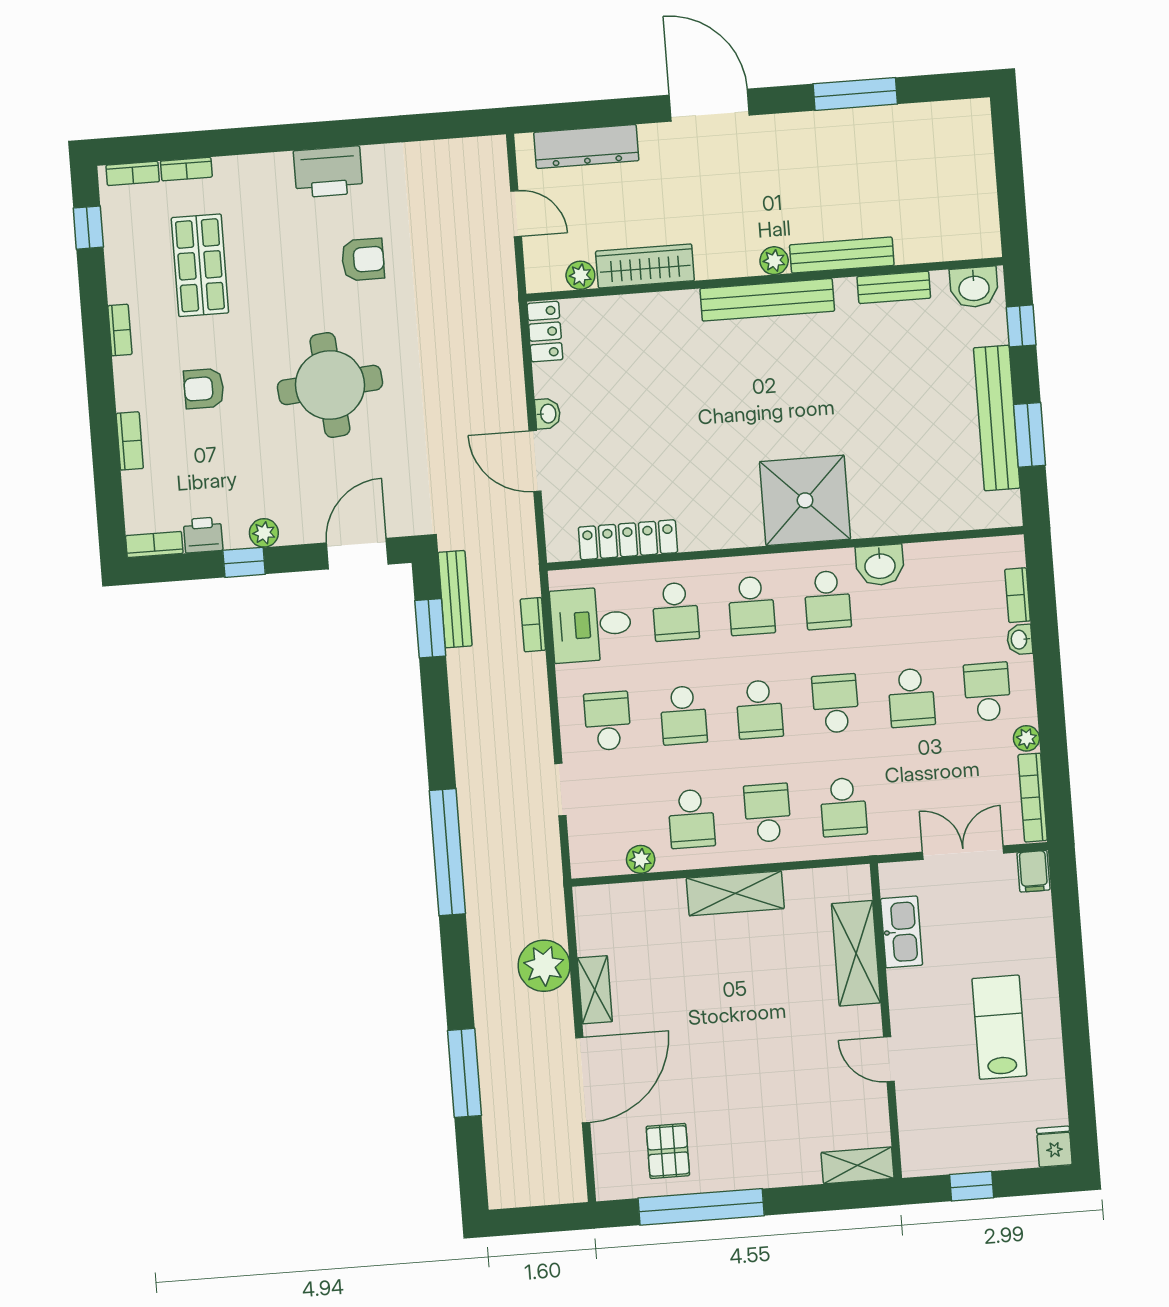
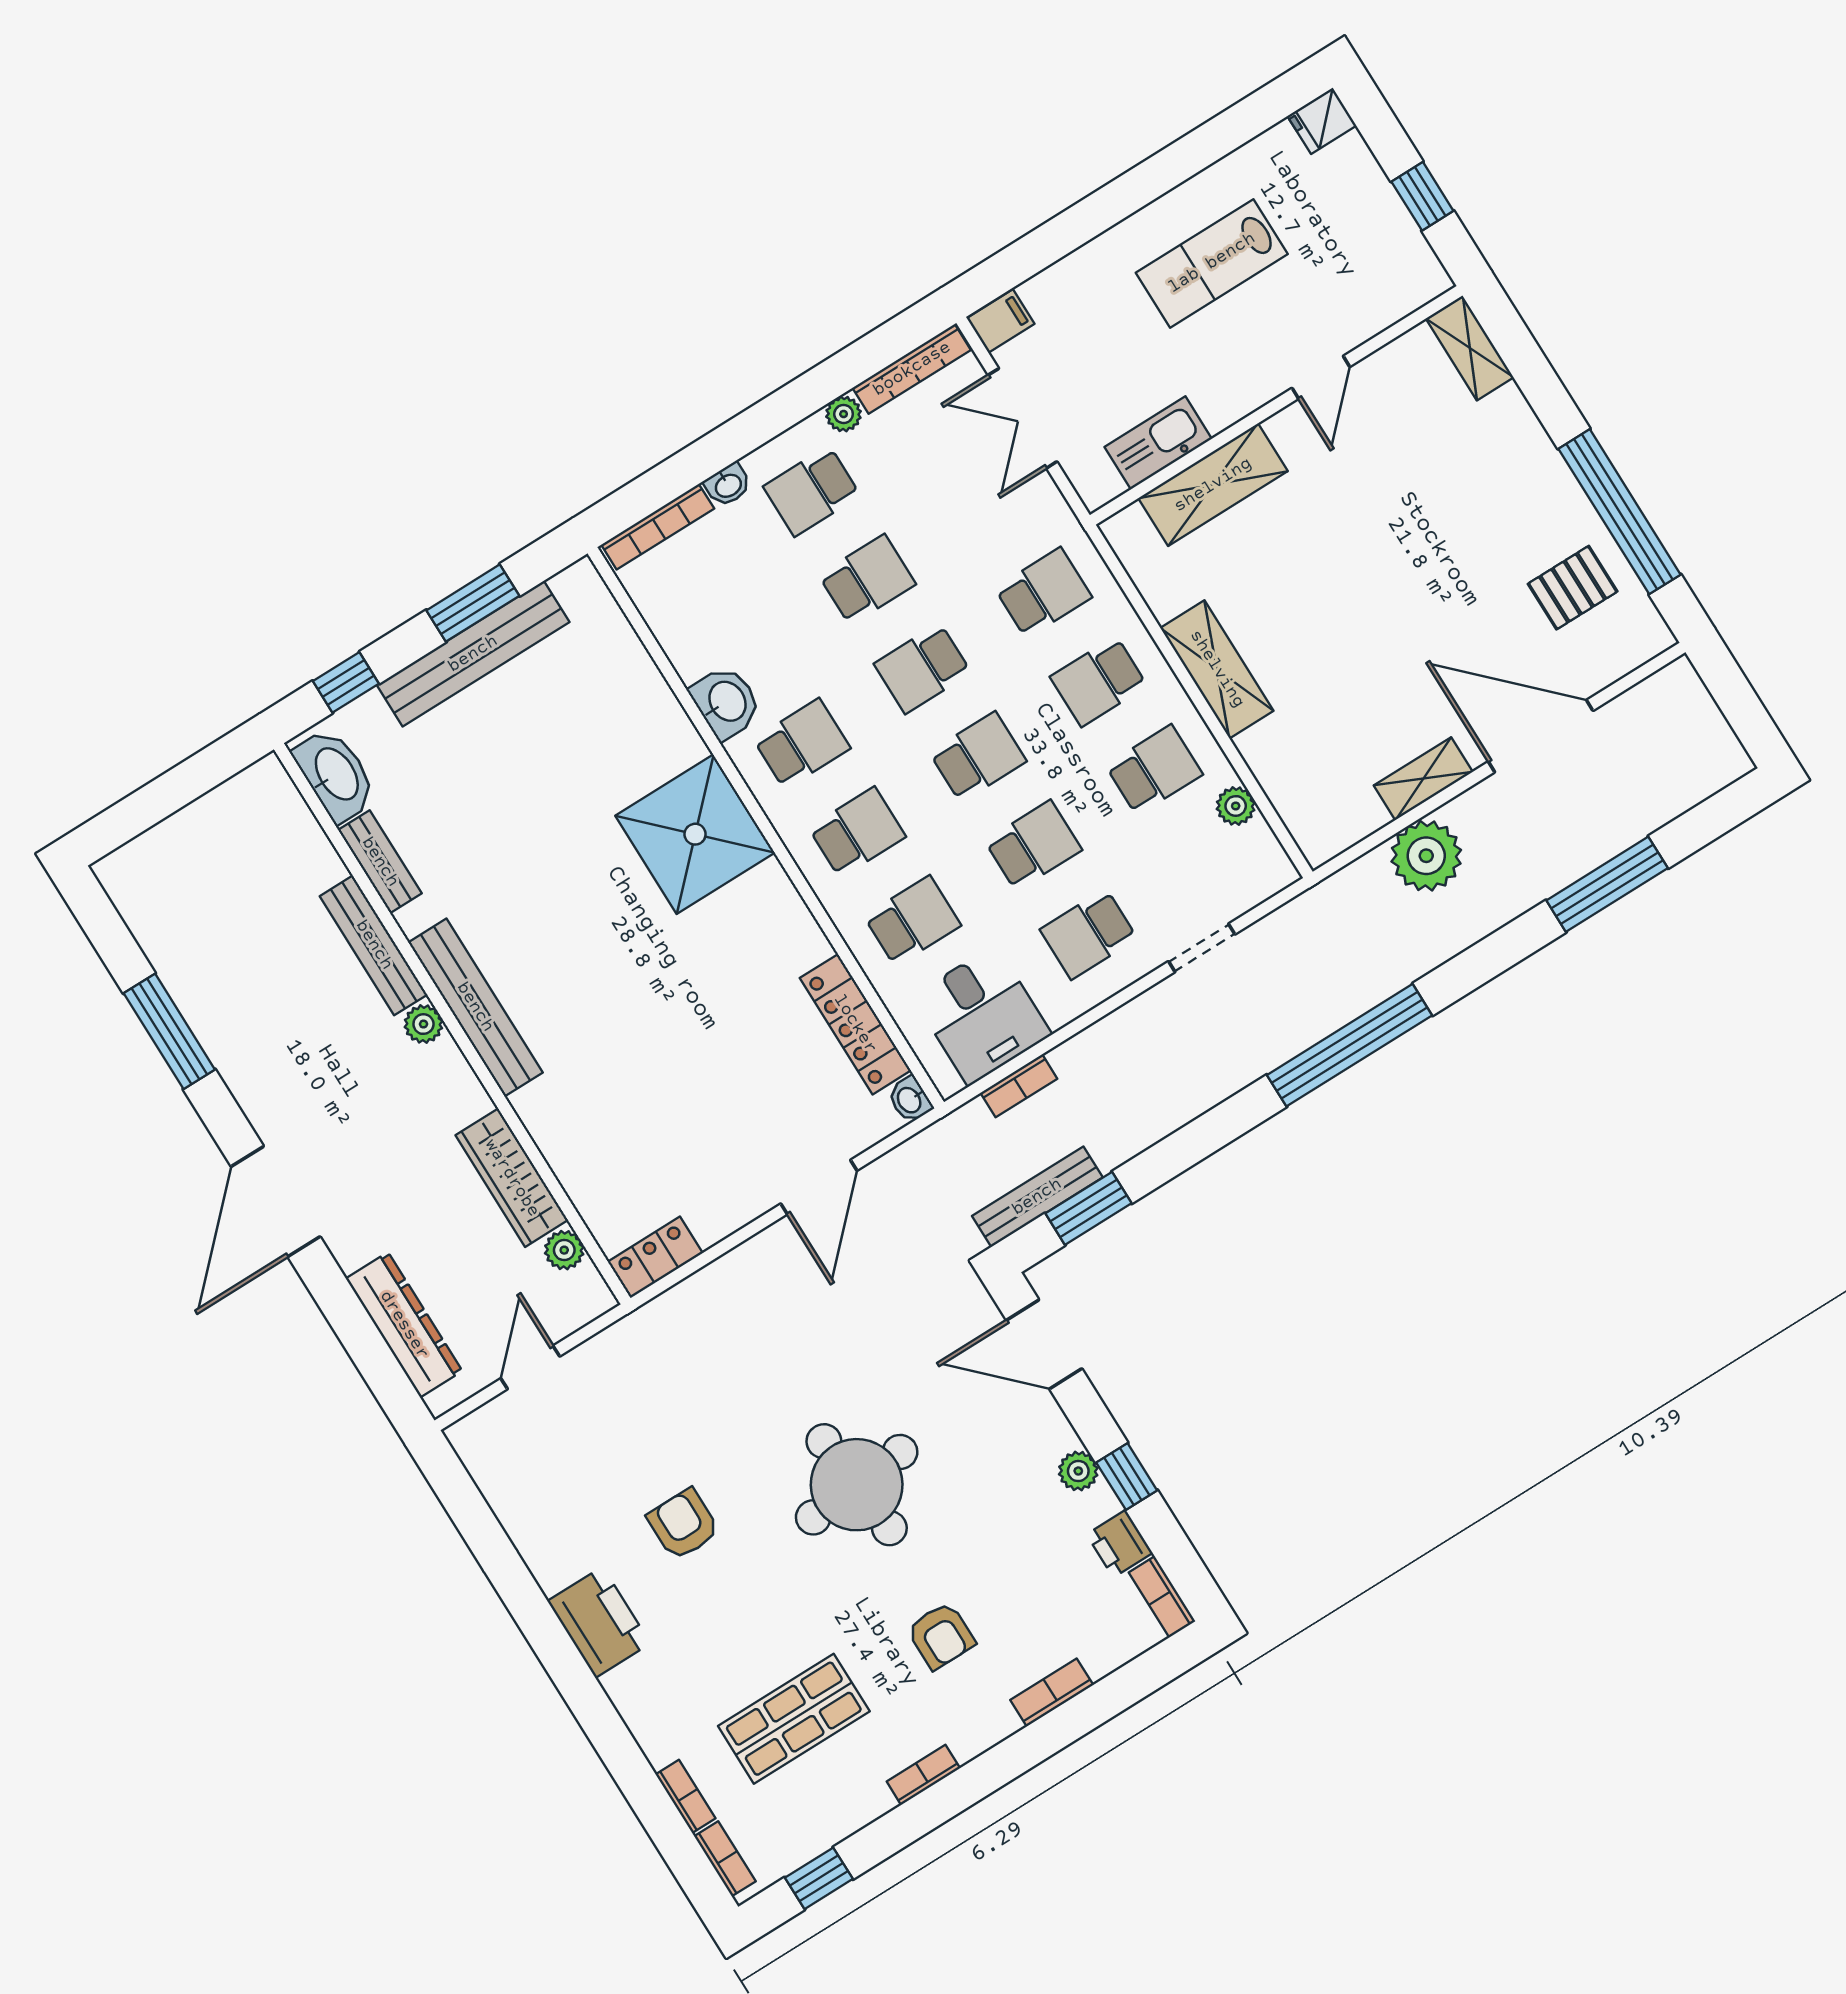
washbasin: (974, 287) -> (335, 775), width x1.38
washbasin: (548, 414) -> (910, 1100), moved, turned -90
bookcase: (1018, 595) -> (658, 527), width x1.56

